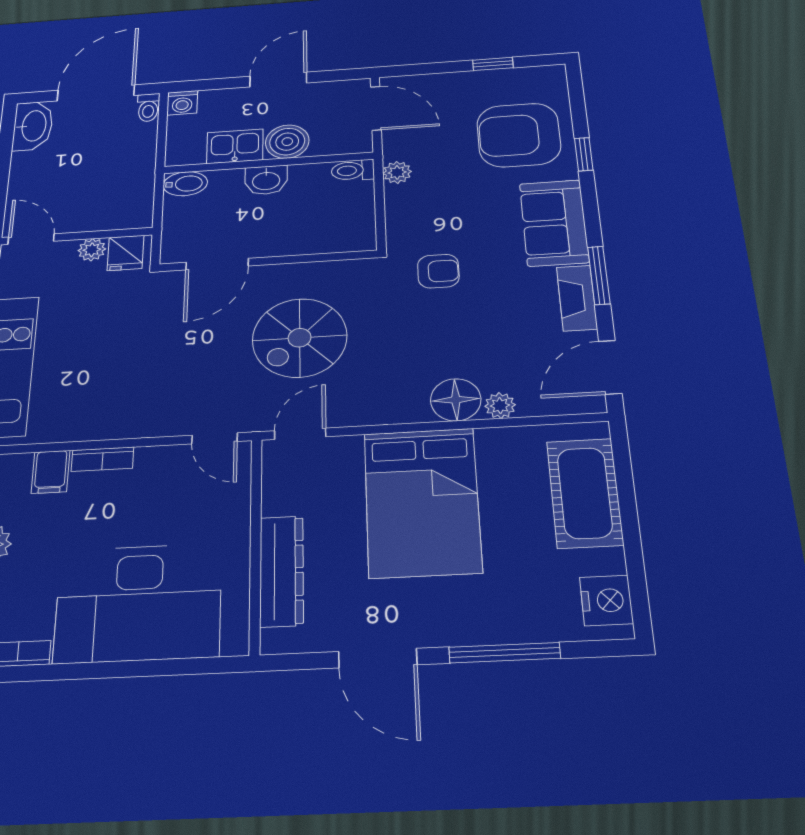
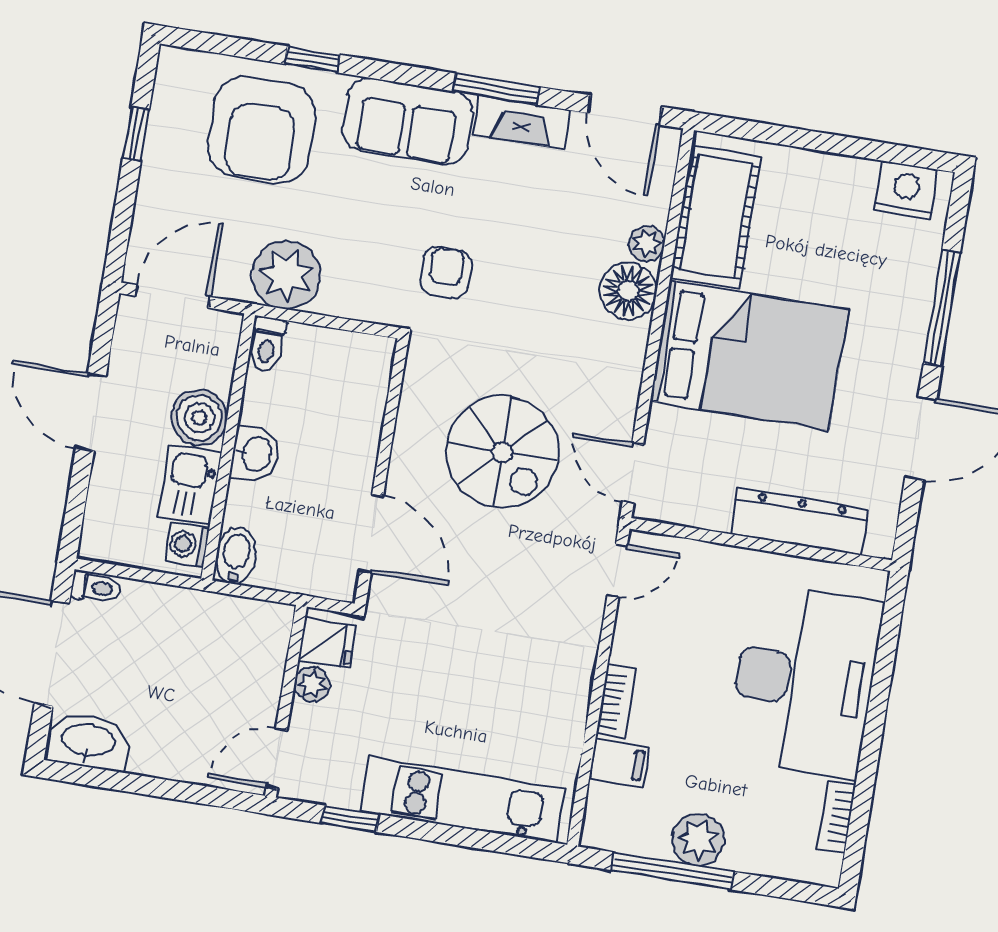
washing machine: (182, 103) -> (187, 545), moved, turned 180
plant: (397, 172) -> (286, 275), width x1.88, depth x1.88
cot: (585, 493) -> (716, 217), moved, turned 90

